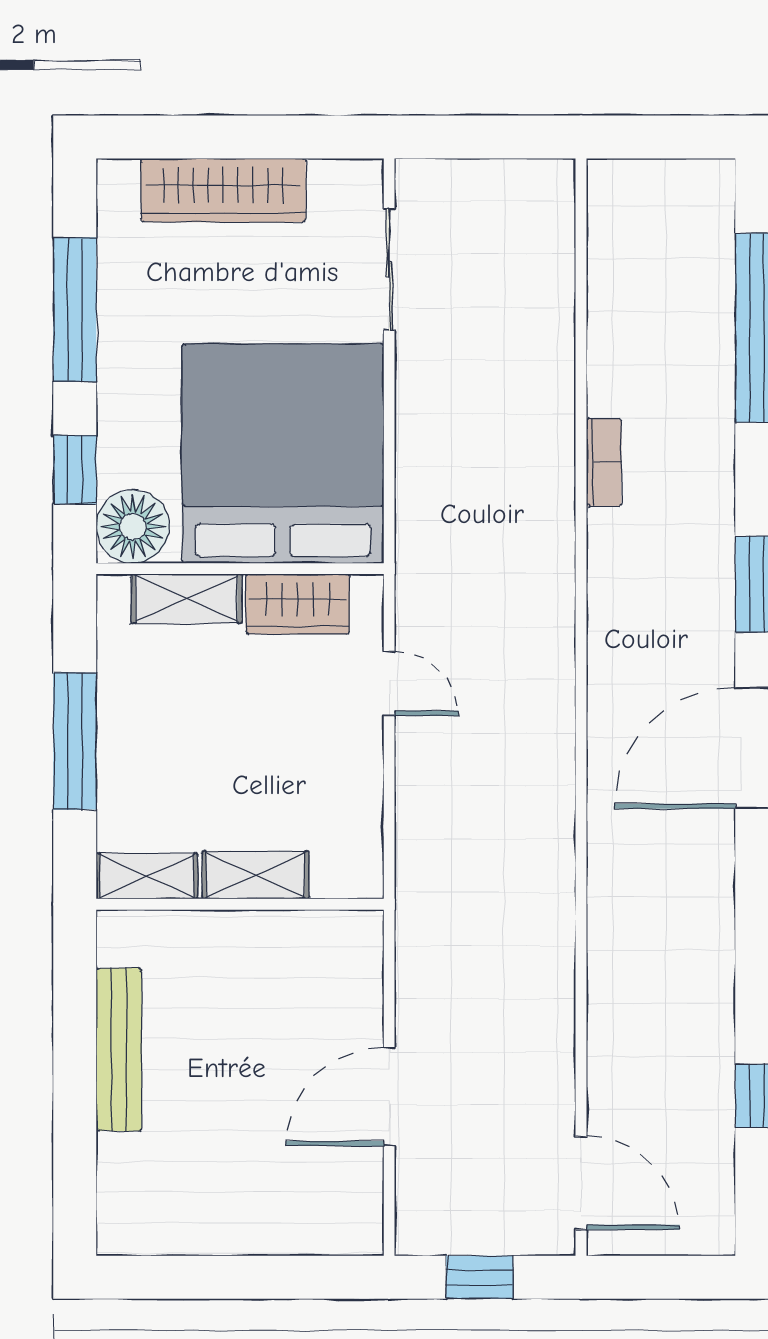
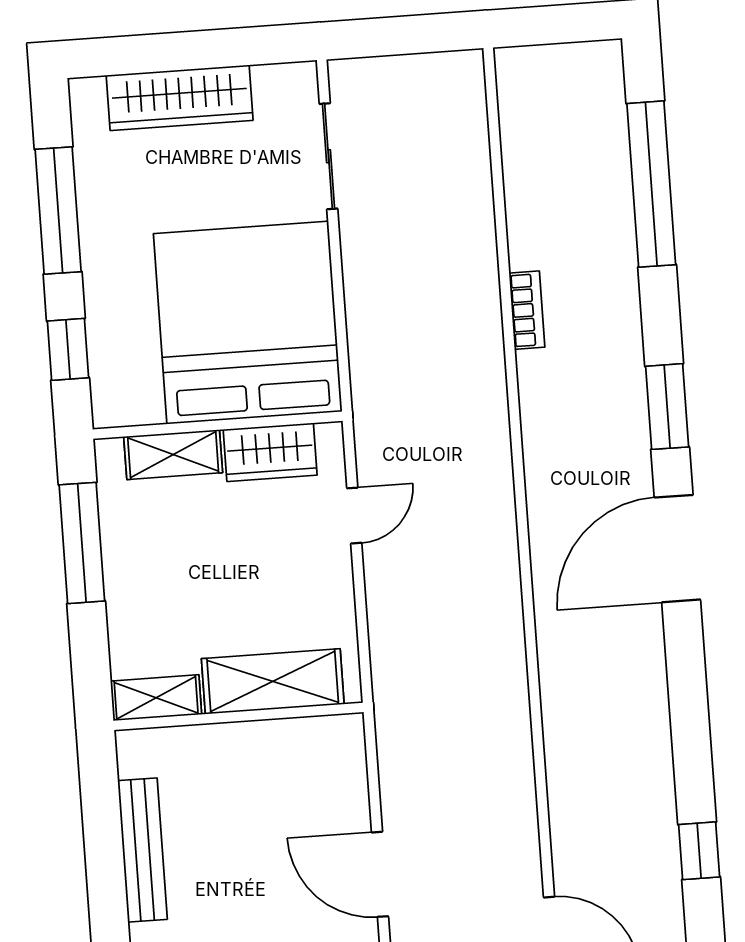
floor lamp: (133, 527) -> (122, 395), removed
door: (389, 684) -> (354, 516), hinge flipped
window: (75, 741) -> (82, 543), moved
shelving: (255, 875) -> (273, 681), width x1.50, depth x1.33
door: (389, 1097) -> (380, 874), hinge flipped

